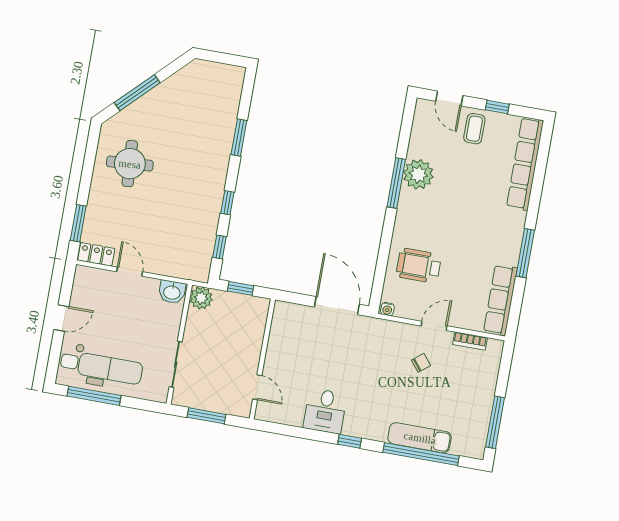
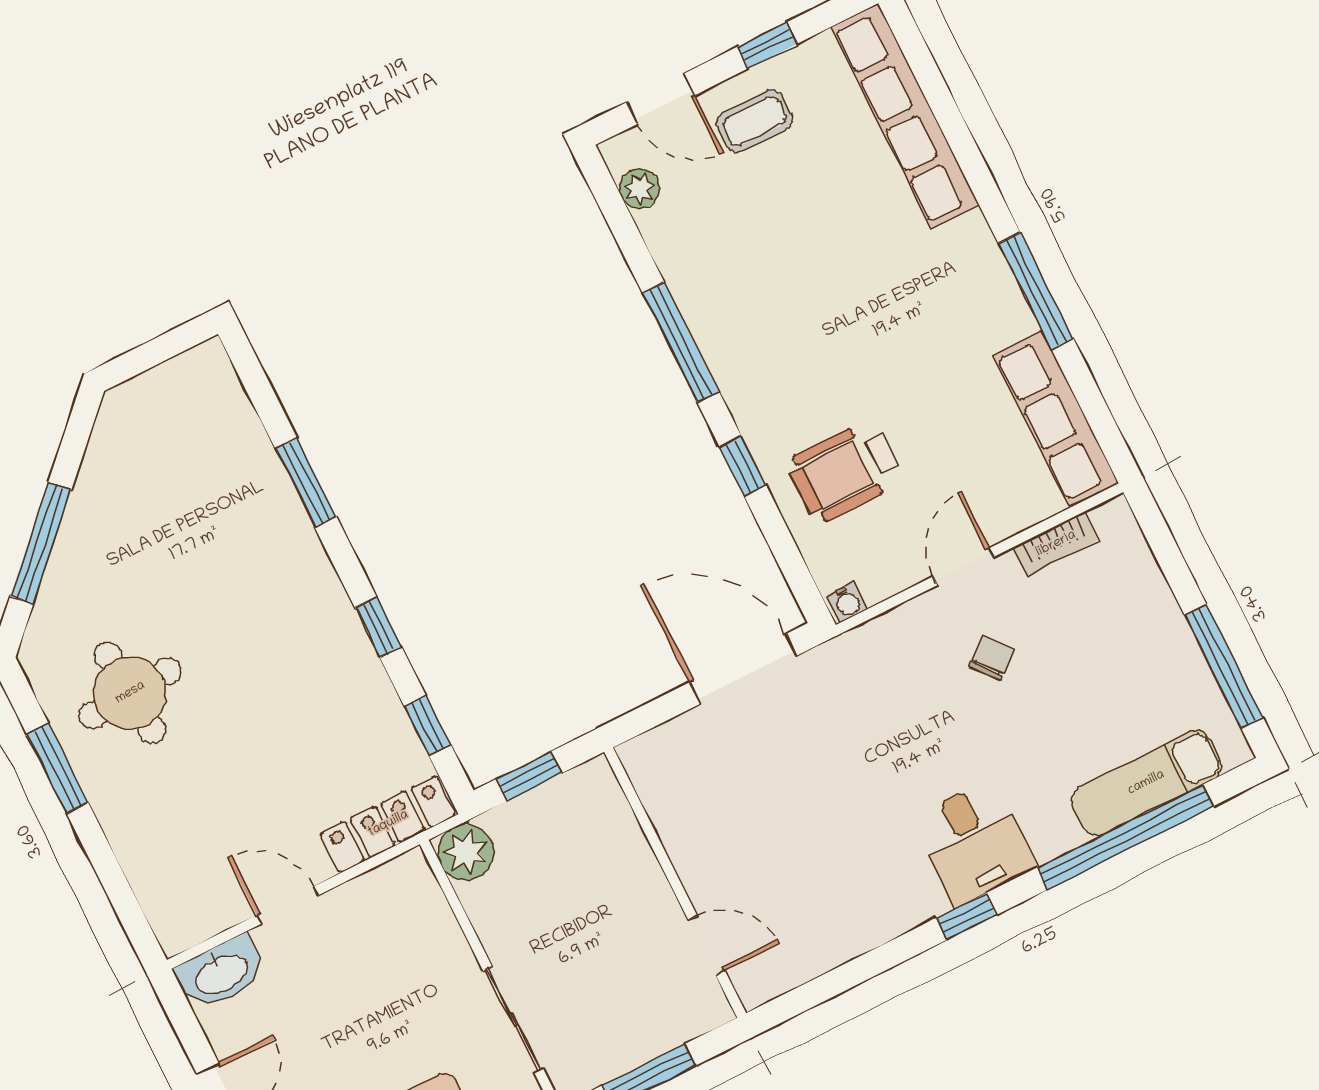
coffee table: (474, 129) -> (754, 121), turned 90
plant: (418, 174) -> (639, 188), moved, width x0.53, depth x0.53
window: (78, 223) -> (57, 768), moved
window: (386, 239) -> (743, 466), added
locker: (96, 254) -> (388, 824), moved, width x1.53
washbasin: (172, 292) -> (221, 973), moved, width x1.38
desk: (325, 411) -> (974, 843), moved
exam couch: (420, 438) -> (1146, 783), moved

